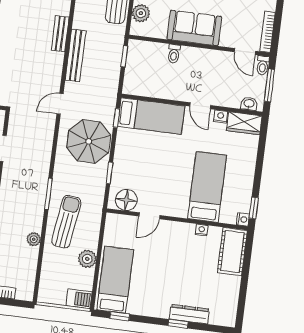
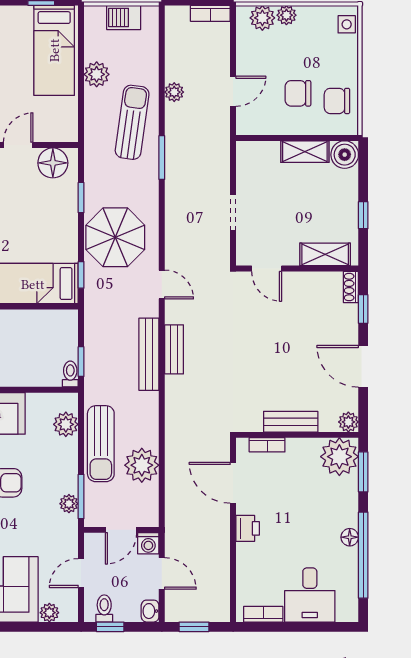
bench: (60, 34) -> (174, 349), moved
toilet: (174, 54) -> (70, 374), moved
door: (60, 104) -> (162, 284), hinge flipped
sun lounger: (66, 222) -> (132, 122), turned 180
barbecue: (79, 299) -> (124, 18), moved

